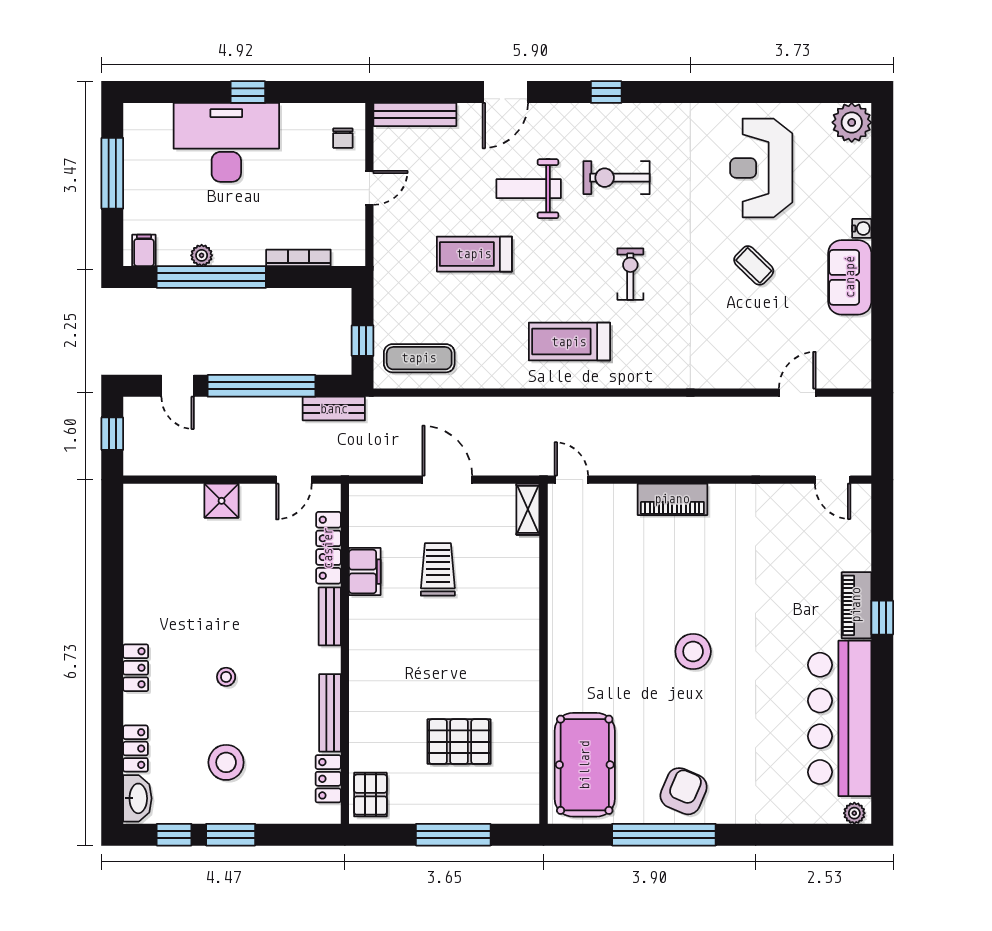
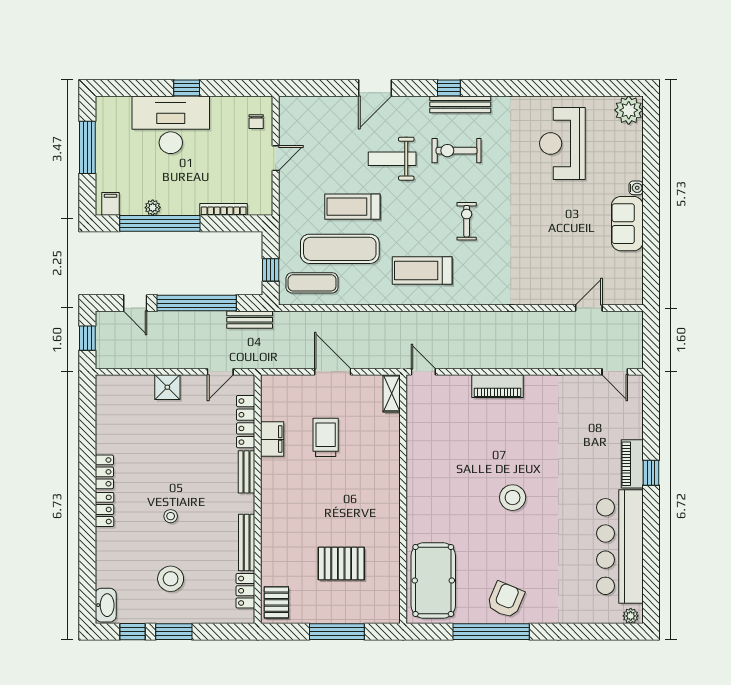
bench: (415, 114) -> (460, 104), moved
coffee table: (754, 265) -> (557, 215), removed
exercise mat: (457, 312) -> (340, 249), added
locker: (136, 749) -> (104, 472), moved

